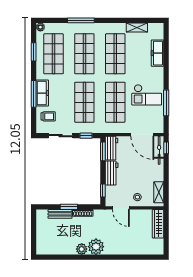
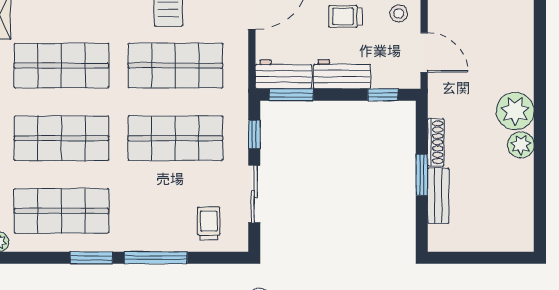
window: (34, 52) -> (91, 258), moved
freezer: (42, 93) -> (154, 237), removed
trolley: (136, 174) -> (345, 16), added
door: (121, 208) -> (424, 53), hinge flipped

